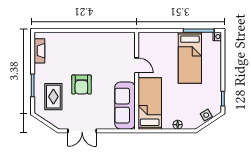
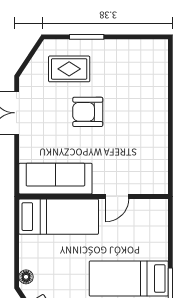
fireplace: (39, 51) -> (139, 47), removed
floor lamp: (178, 125) -> (26, 277), moved

